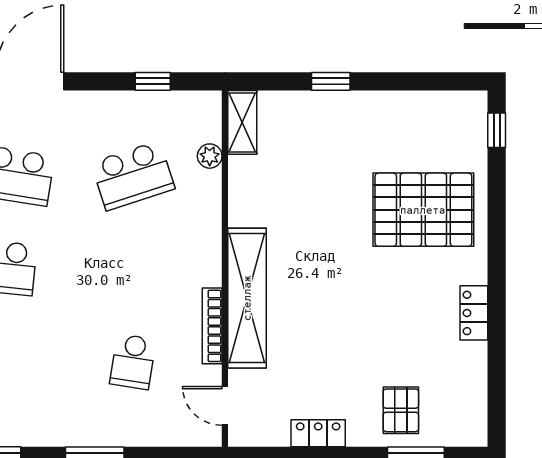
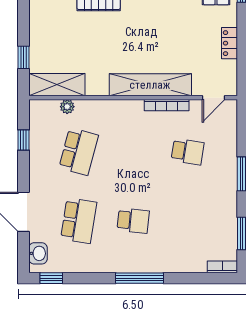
window: (331, 81) -> (23, 57), moved
shelving: (242, 122) -> (57, 85), width x1.50, depth x1.33
school desk: (133, 176) -> (79, 152), turned 33

